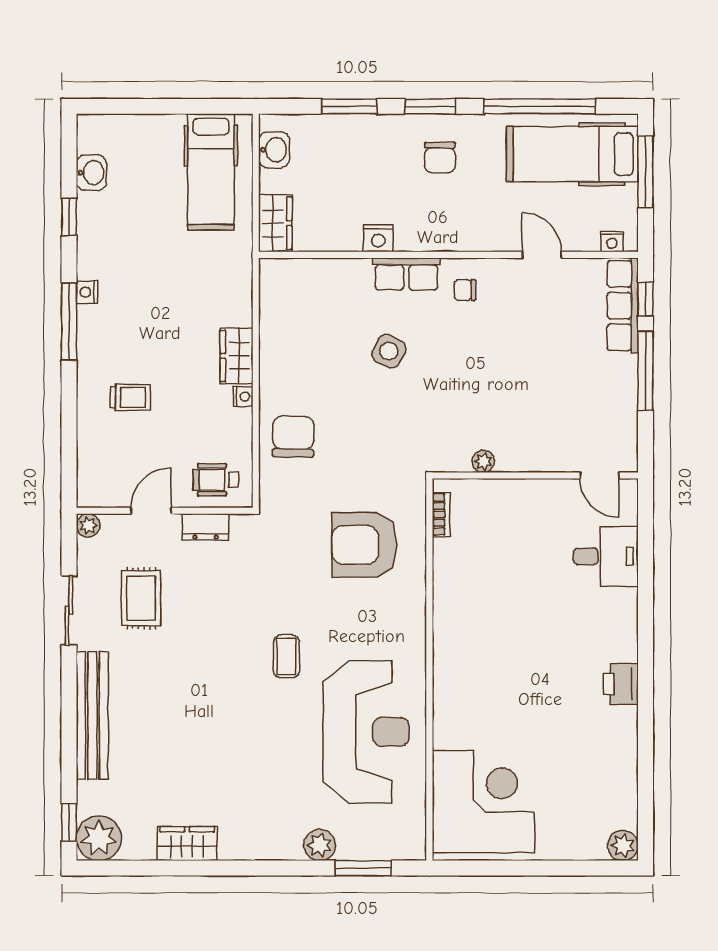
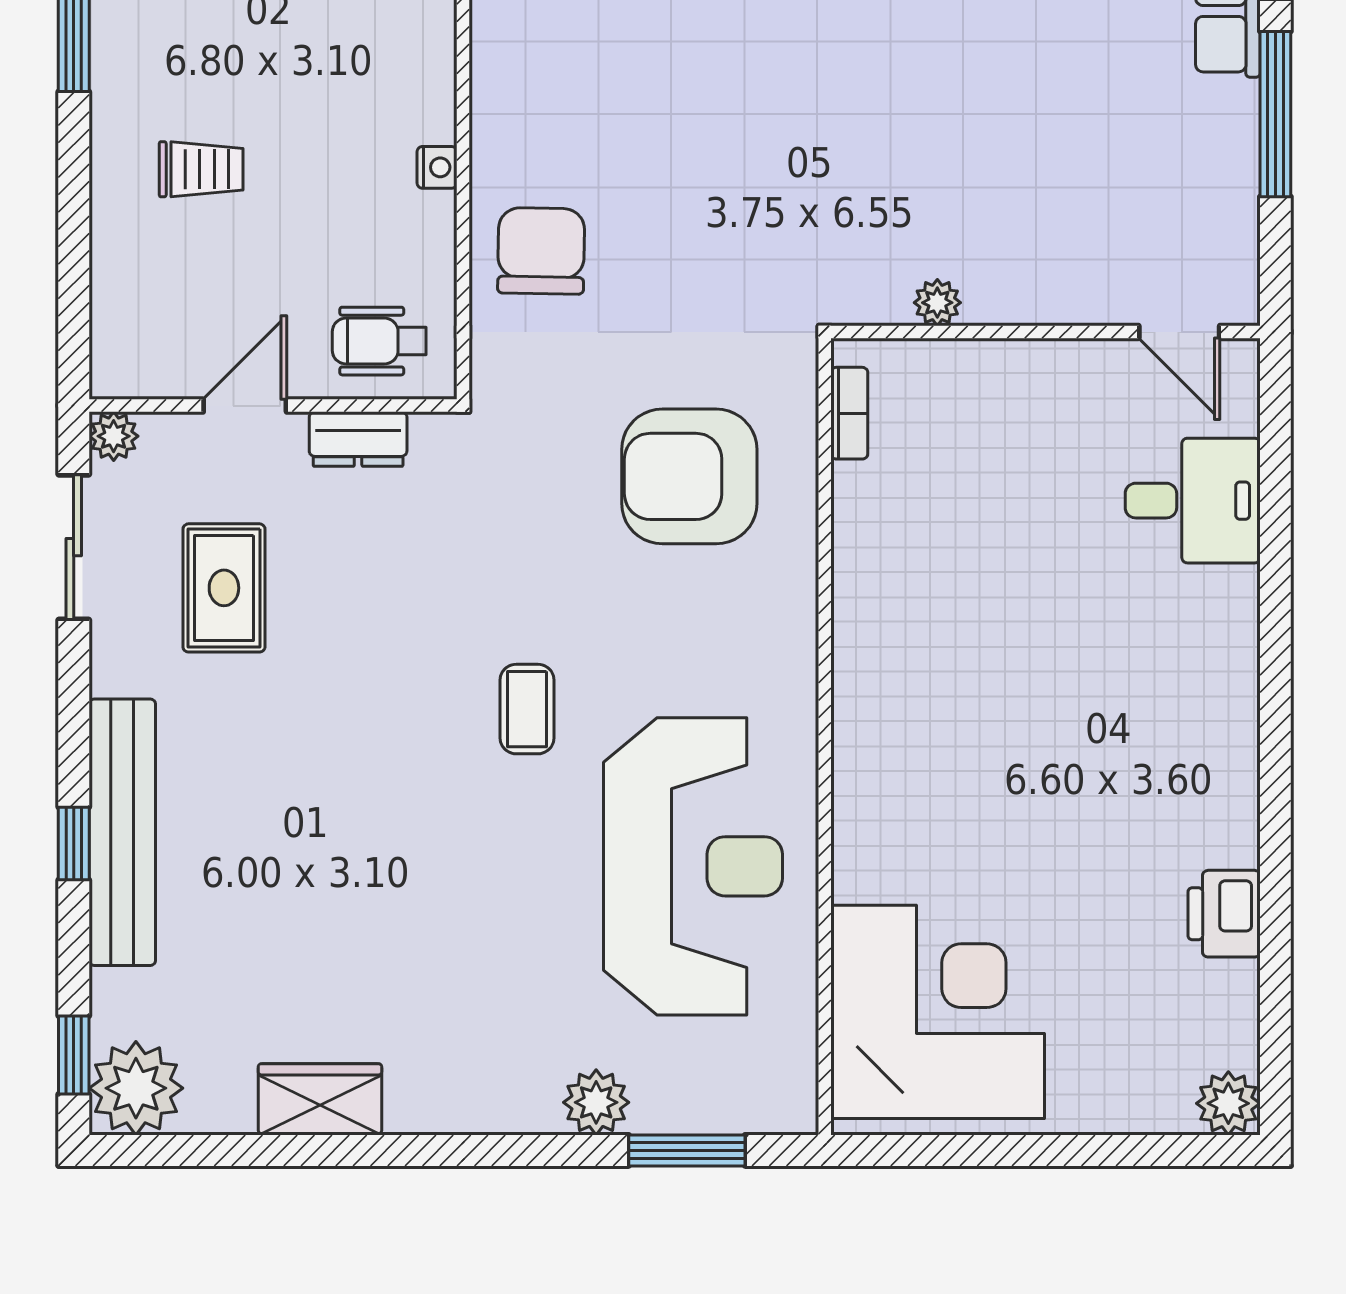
side table: (389, 351) -> (741, 73), removed
wardrobe: (237, 356) -> (423, 83), removed
sliding door: (69, 610) -> (74, 547), moved
printer: (621, 684) -> (1224, 914), moved
window: (69, 721) -> (74, 844), added

